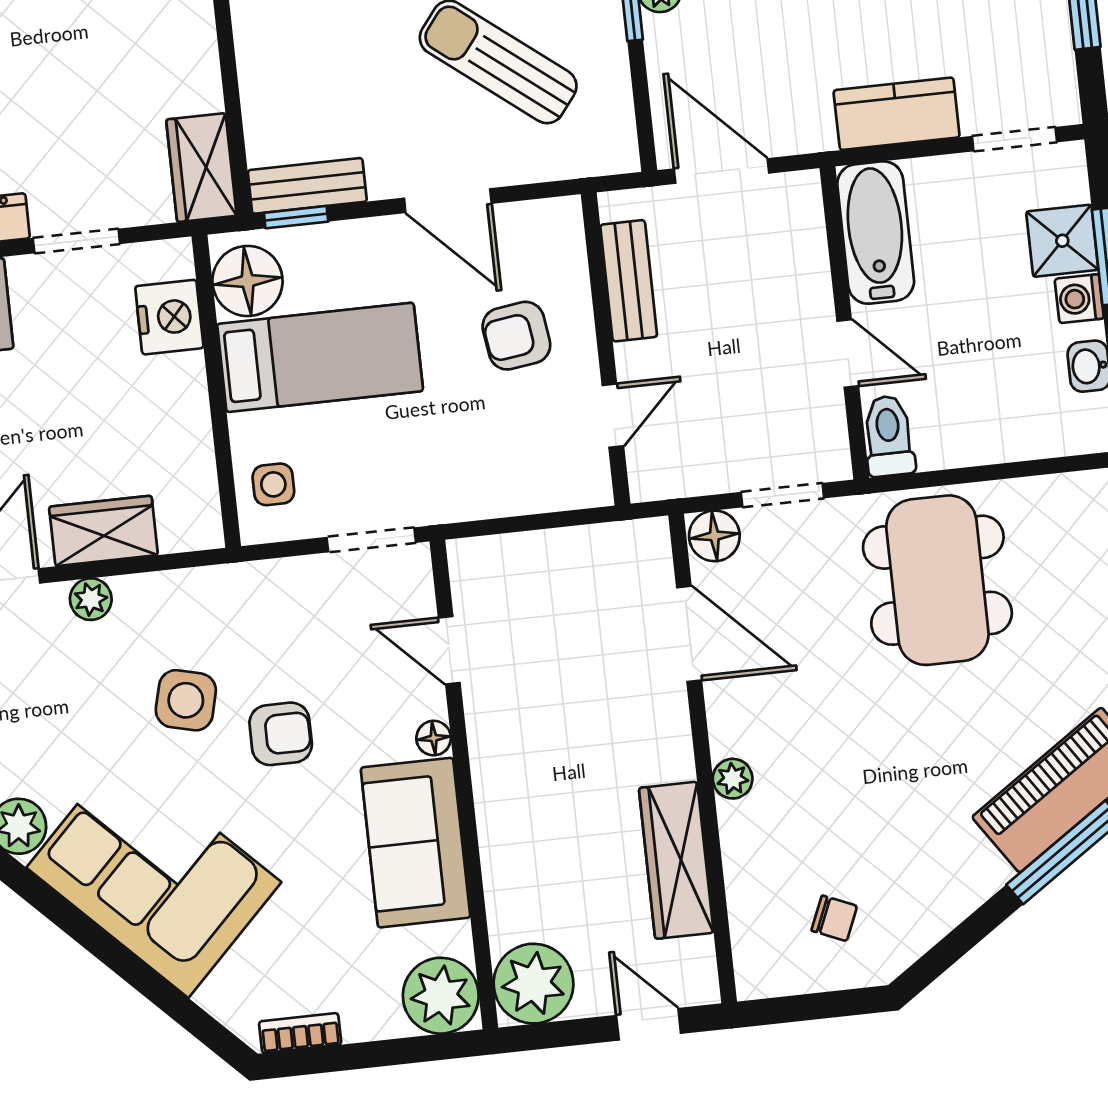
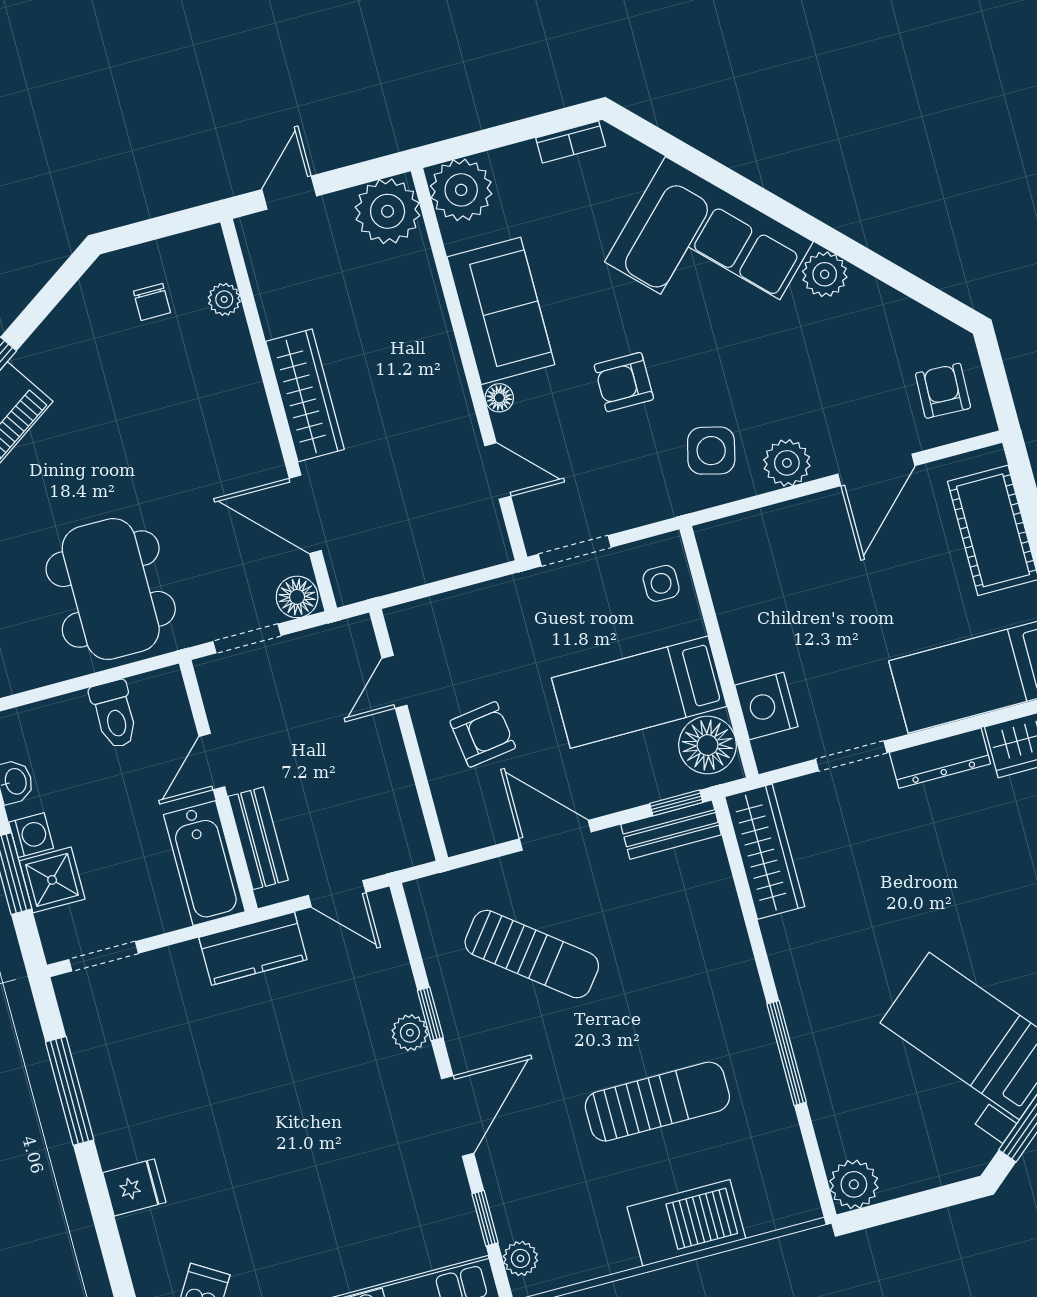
kitchen counter: (897, 114) -> (253, 949), moved
wardrobe: (201, 168) -> (765, 852), width x1.50
door: (722, 171) -> (337, 894), width x0.73
bench: (629, 281) -> (258, 838), moved
door: (848, 354) -> (212, 762), hinge flipped
toilet: (889, 436) -> (114, 714), moved
wardrobe: (103, 531) -> (793, 524), removed
plant: (91, 599) -> (787, 463), width x1.38, depth x1.38
side table: (186, 700) -> (711, 451), moved
plant: (733, 779) -> (224, 299), moved
wardrobe: (676, 860) -> (305, 395), moved
chair: (834, 918) -> (152, 302), turned -113
door: (649, 1024) -> (289, 193), swing flipped

